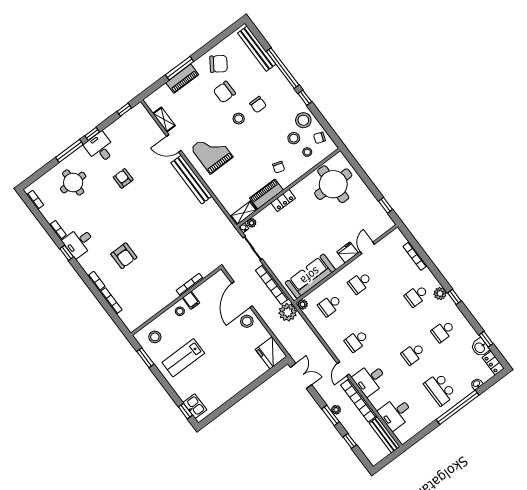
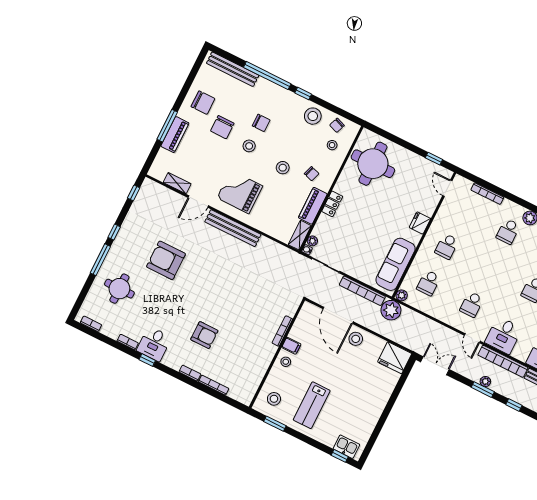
chair: (219, 64) -> (203, 103), turned 56
stool: (294, 138) -> (283, 168), moved
desk: (100, 148) -> (129, 242), removed
armchair: (123, 178) -> (166, 260), width x1.88, depth x1.88
door: (367, 248) -> (447, 188), moved

